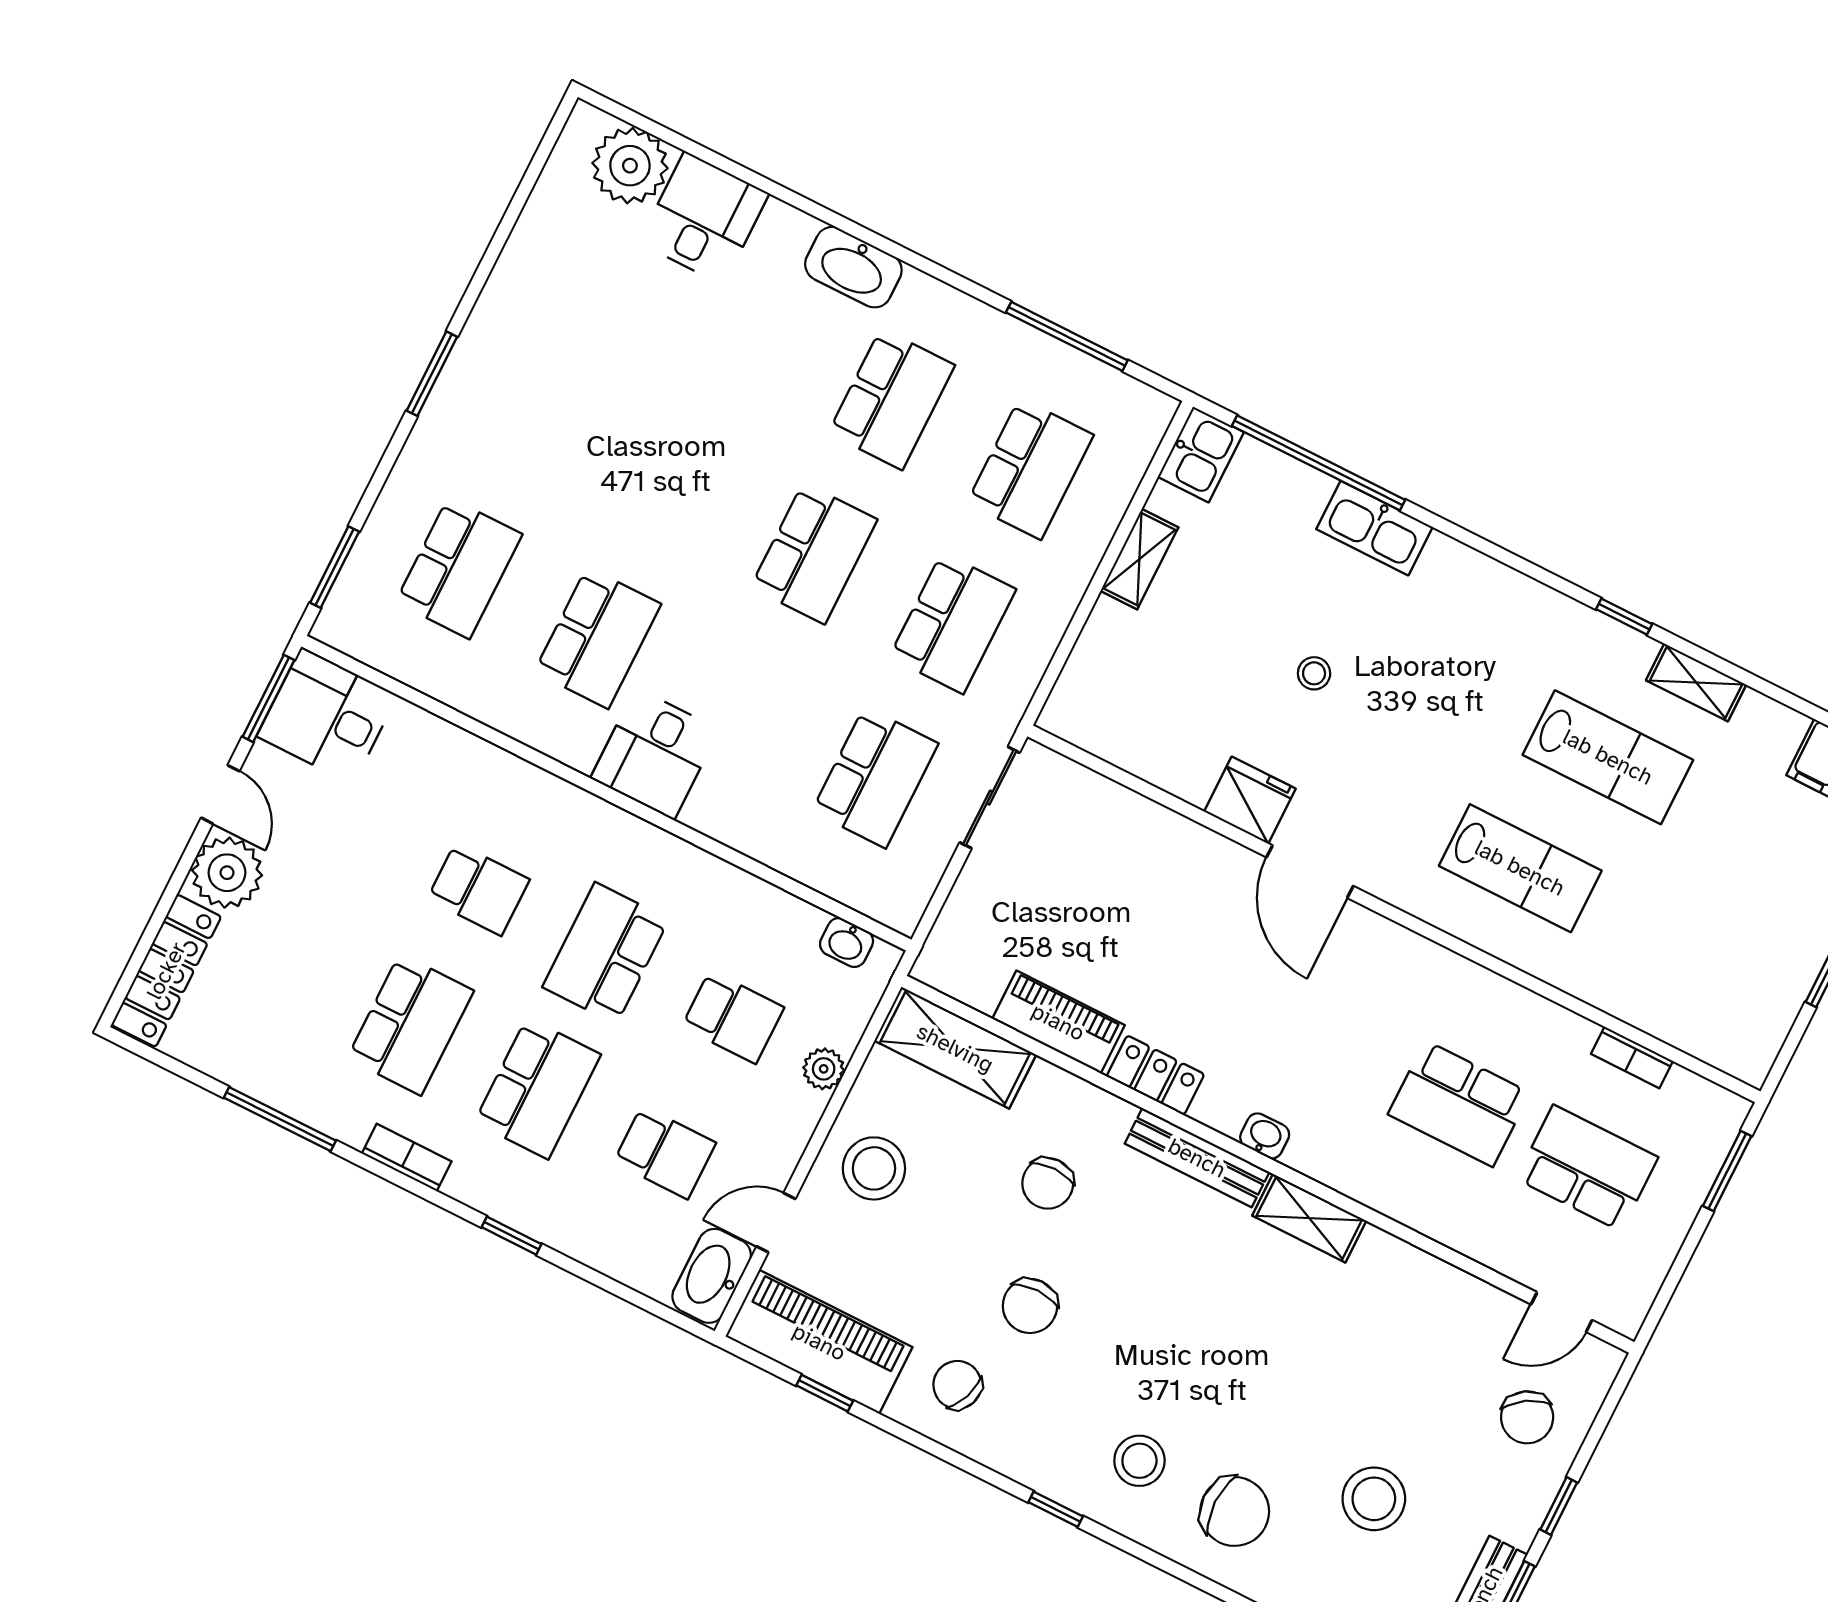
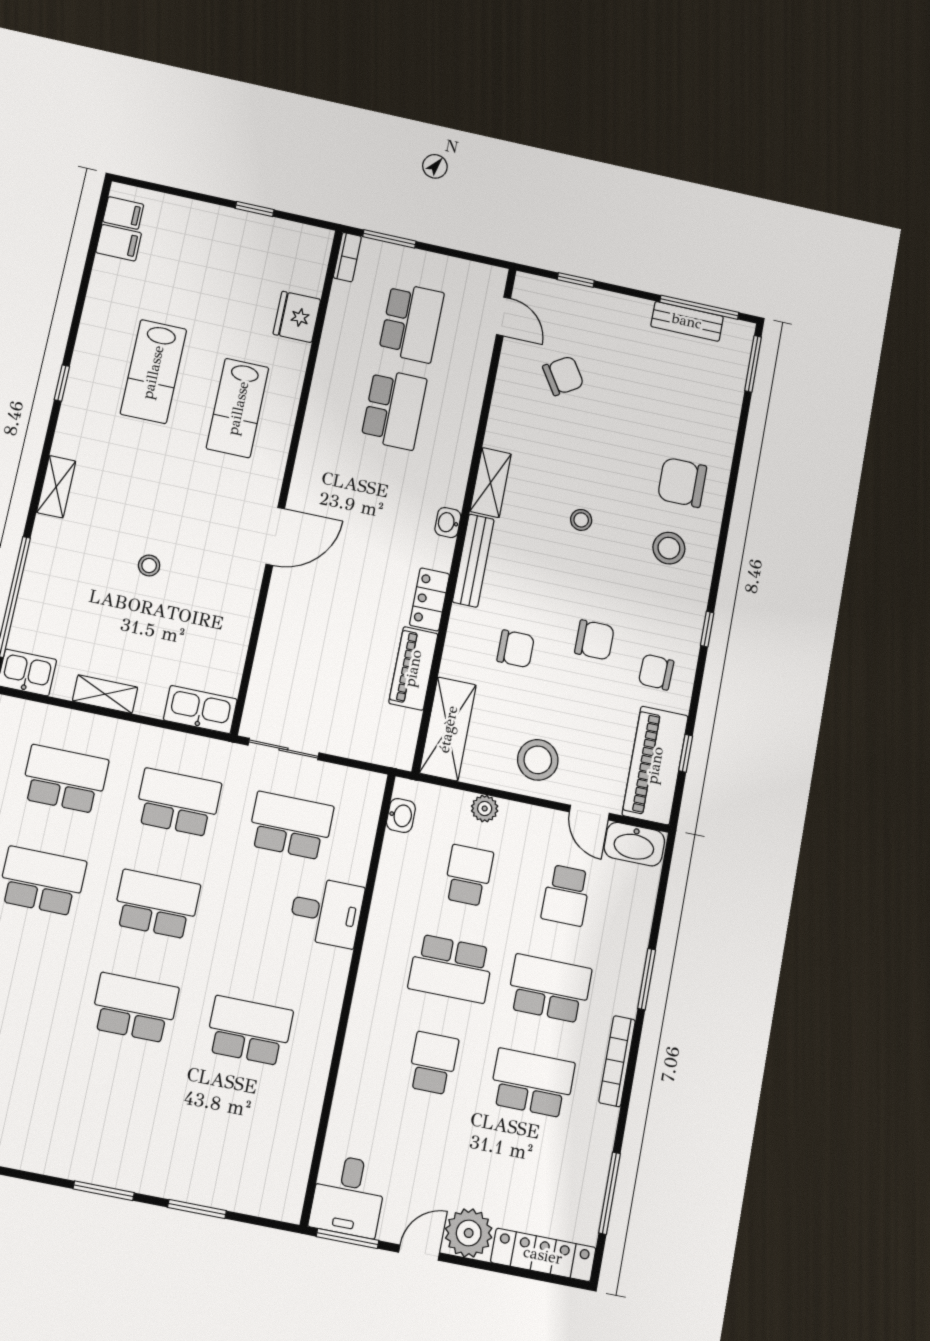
kitchen sink: (1374, 528) -> (200, 710), moved, turned -90
window: (335, 567) -> (197, 1209), moved
school desk: (459, 568) -> (135, 1008), moved
shelving: (1696, 682) -> (56, 487), moved
desk: (655, 754) -> (326, 912), moved
lab bench: (1608, 757) -> (153, 372), turned 180
fridge: (1250, 800) -> (297, 317), moved
lab bench: (1520, 868) -> (238, 408), turned 180
bookcase: (1632, 1057) -> (347, 257), moved
window: (280, 1119) -> (609, 1193), moved
school desk: (665, 1152) -> (566, 895), turned 180
bookcase: (407, 1157) -> (617, 1061), width x1.56
school desk: (1587, 1168) -> (411, 323), turned 180
window: (512, 1236) -> (647, 979), width x1.50
chair: (957, 1385) -> (656, 672), turned 71
chair: (1527, 1417) -> (563, 376), moved
stool: (1374, 1499) -> (581, 520), moved, width x0.53, depth x0.53
window: (1559, 1506) -> (576, 280), moved
window: (1056, 1509) -> (707, 629), moved
chair: (1235, 1512) -> (682, 482), turned -90

